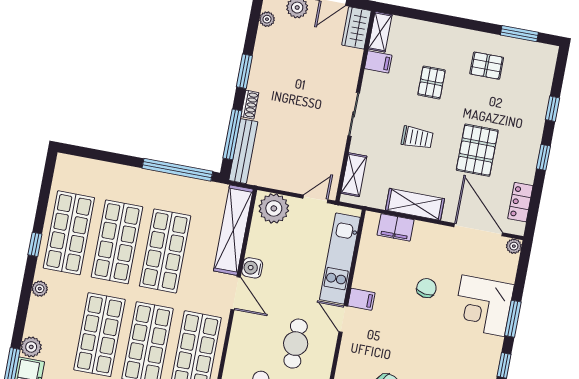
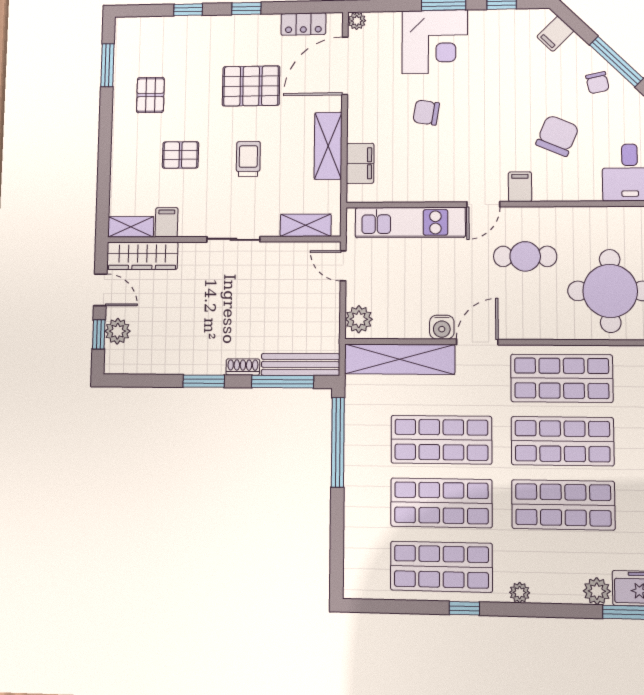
plant: (267, 19) -> (137, 365), removed
wardrobe: (356, 28) -> (142, 256), width x1.50
plant: (274, 208) -> (359, 319), width x0.73, depth x0.73
filing cabinet: (361, 299) -> (520, 187), moved

